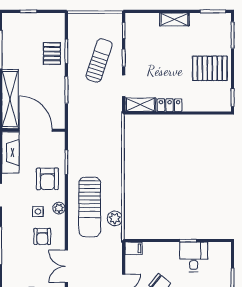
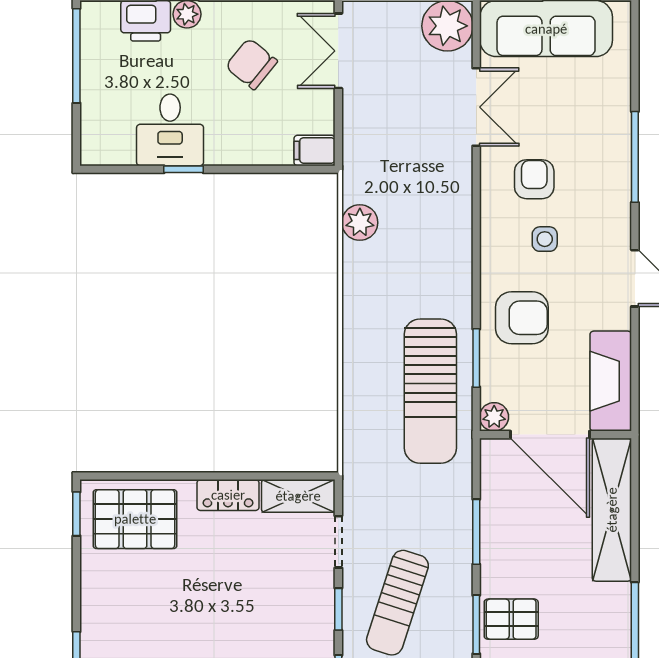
pallet: (52, 54) -> (511, 619), turned 90
pallet: (210, 68) -> (135, 519), moved
armchair: (47, 179) -> (522, 318), turned 90
sun lounger: (90, 207) -> (430, 391), moved, turned 180
plant: (59, 208) -> (494, 417), moved

